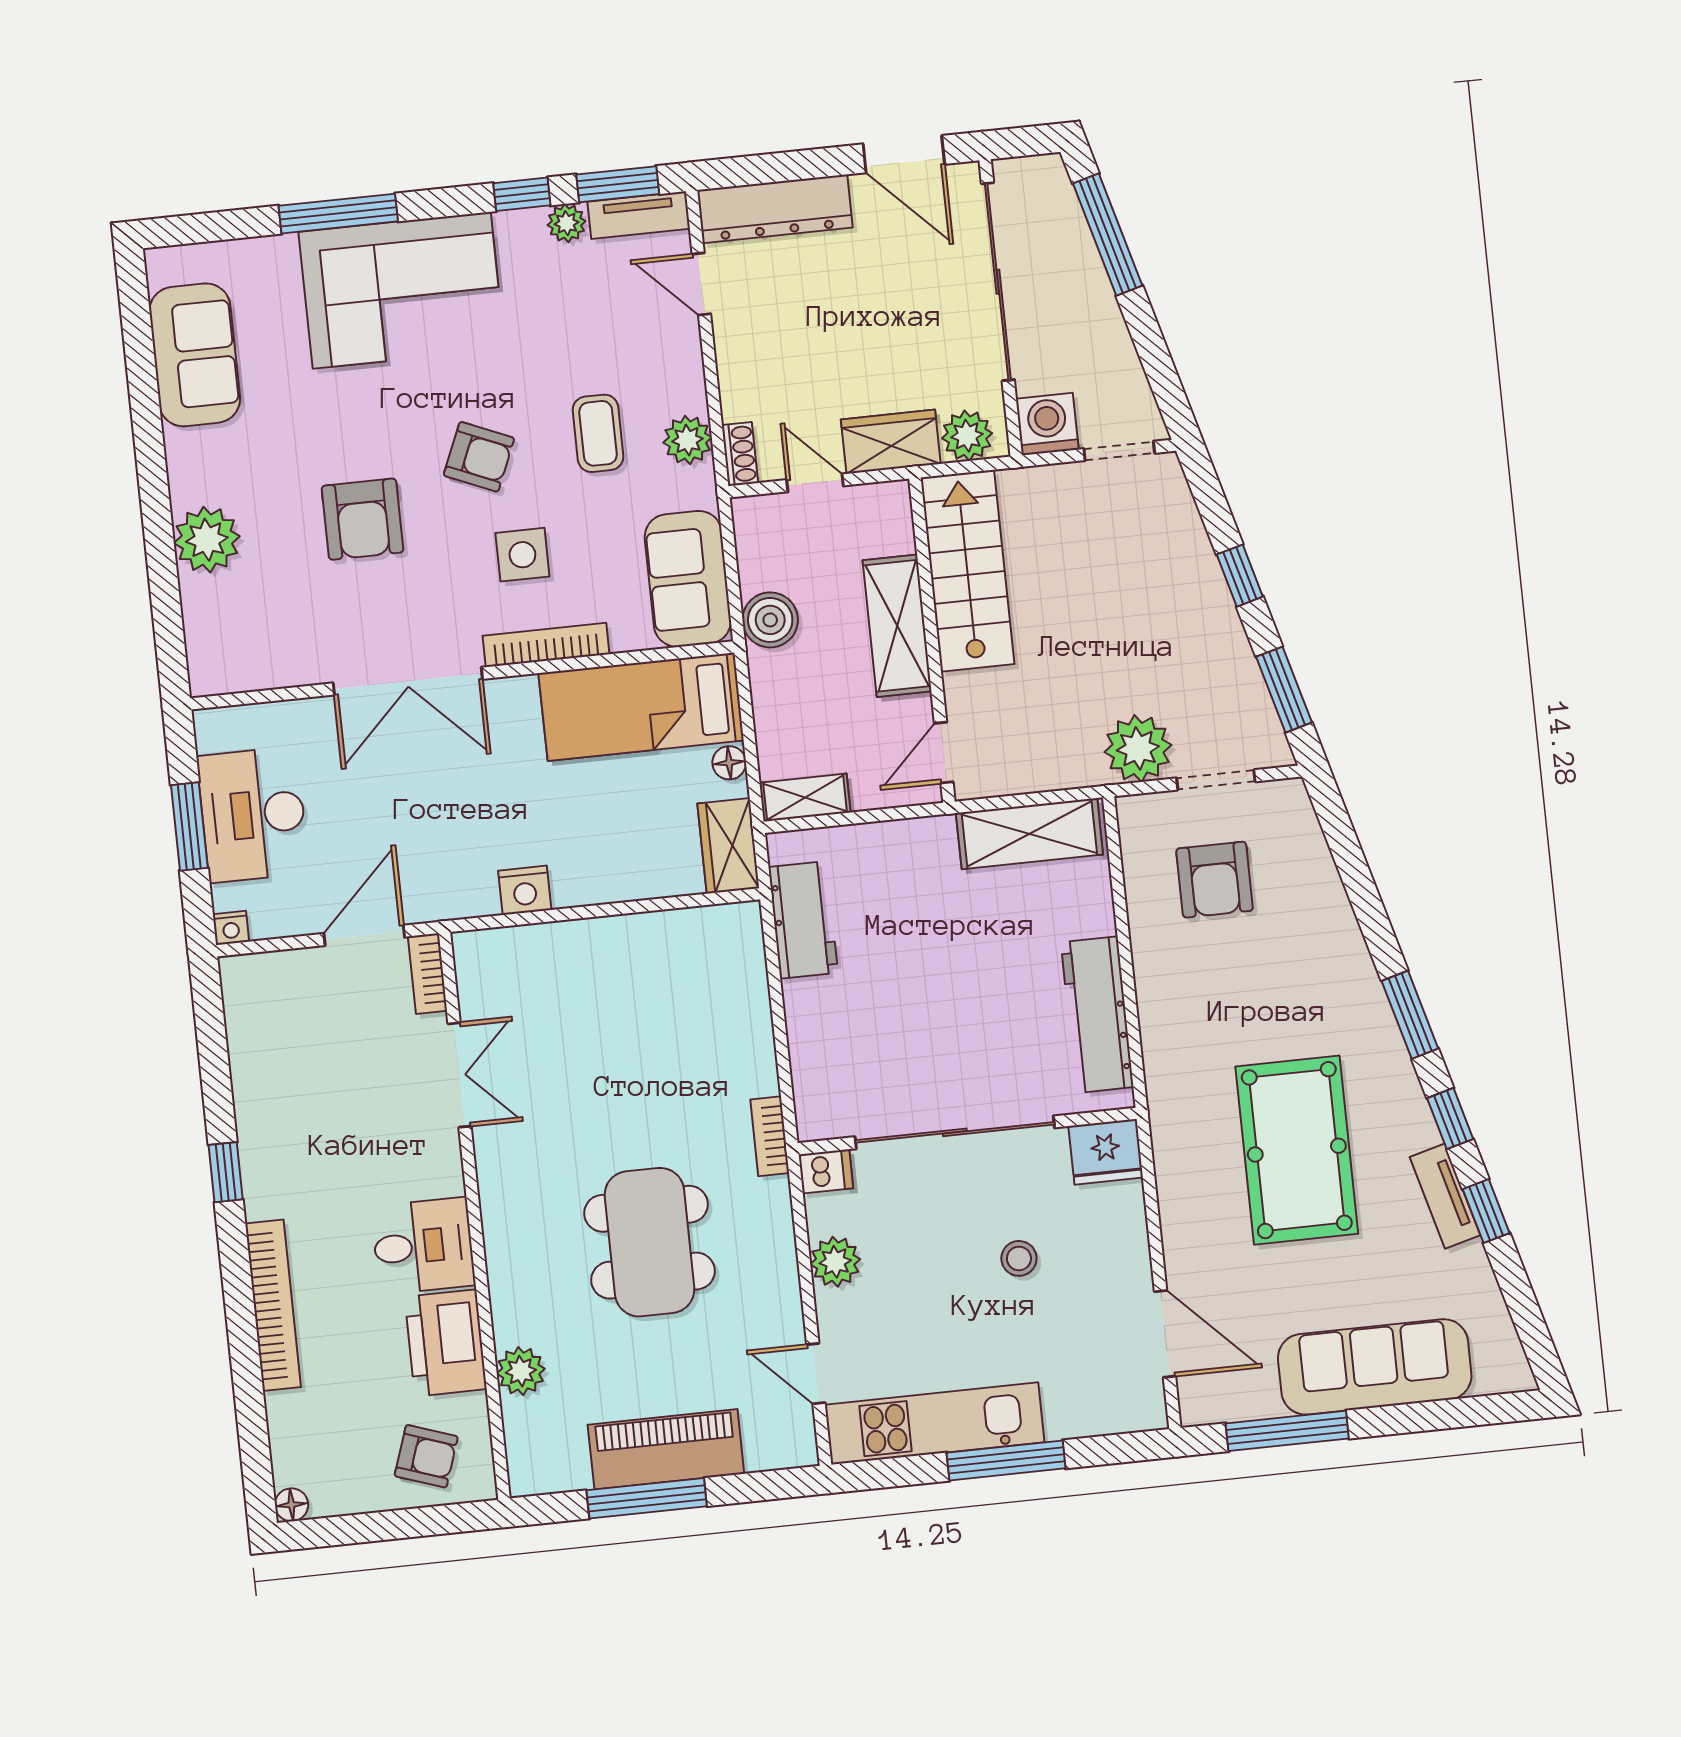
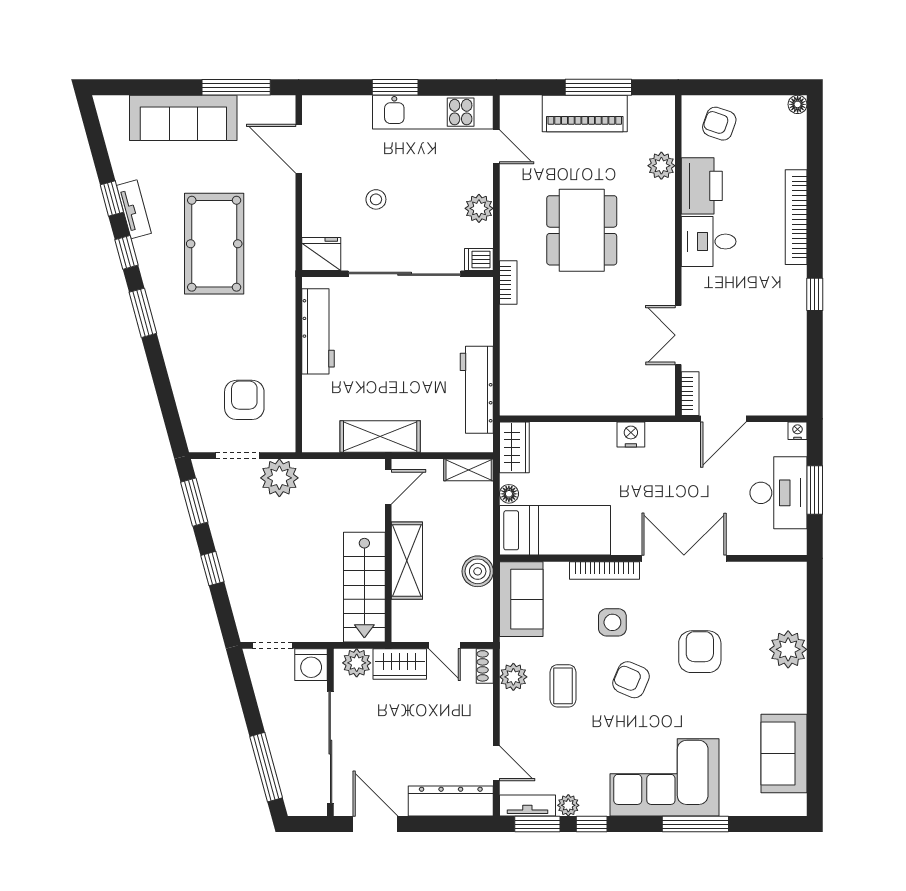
shelving: (1029, 834) -> (380, 436), moved
workbench: (803, 920) -> (477, 390), width x1.38
window: (1006, 1460) -> (395, 87), width x0.69

